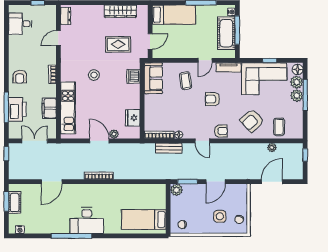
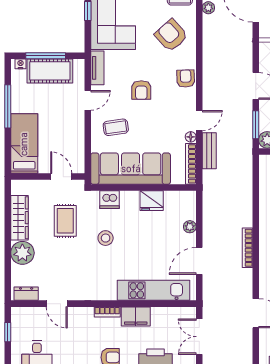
plant: (95, 13) -> (22, 253), added
door: (205, 60) -> (88, 100), hinge flipped
stool: (94, 75) -> (106, 238), moved
sofa: (153, 78) -> (131, 169), width x1.85, depth x1.27
filing cabinet: (49, 108) -> (136, 316), moved
fridge: (133, 118) -> (152, 201), moved
armchair: (252, 121) -> (171, 35), turned 180
door: (99, 141) -> (199, 261), moved
door: (202, 141) -> (199, 121), moved

